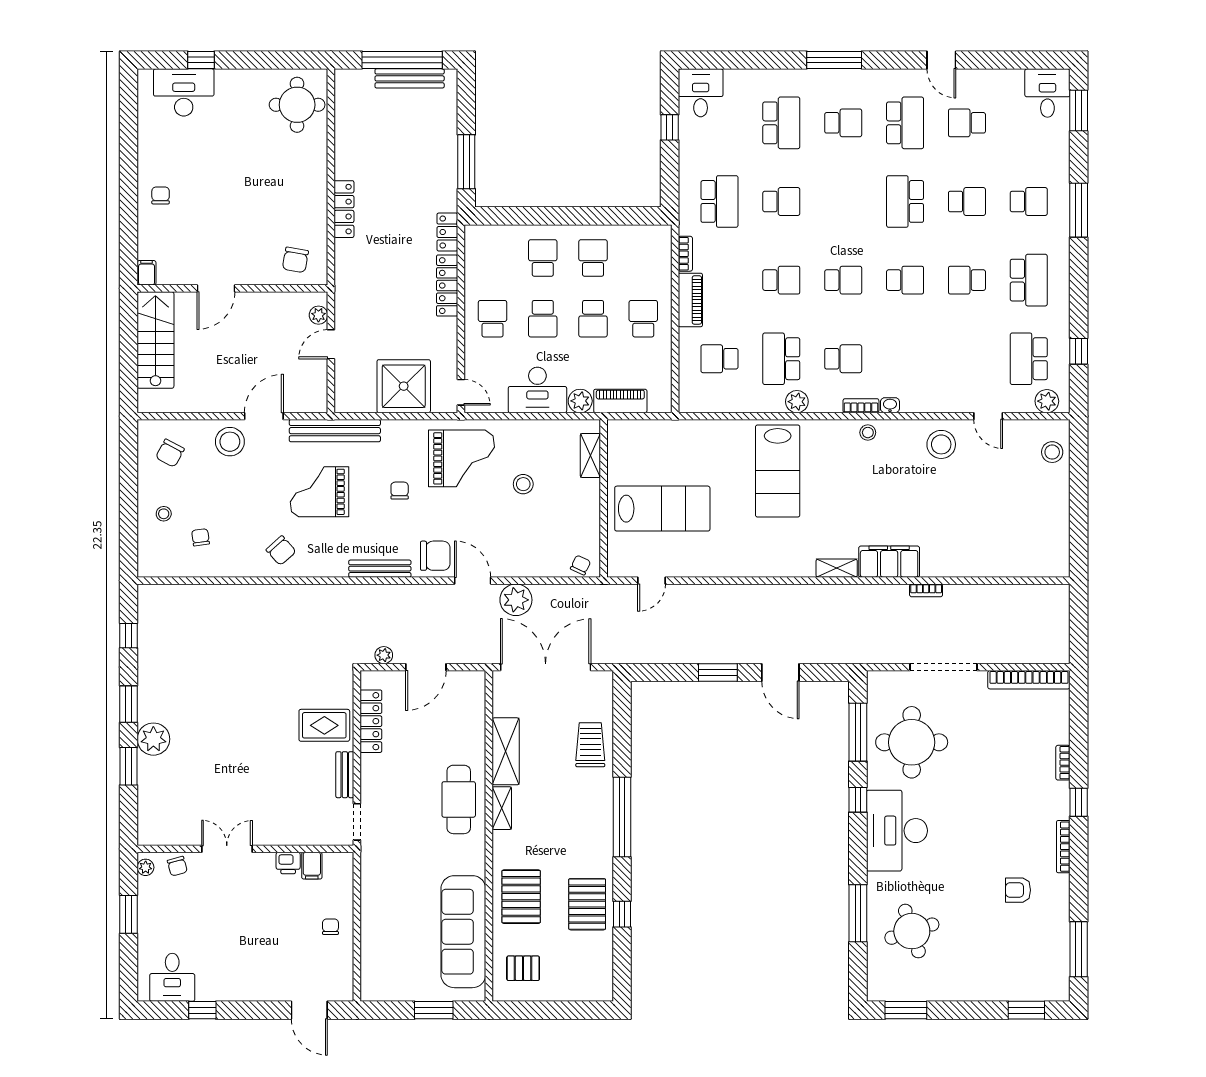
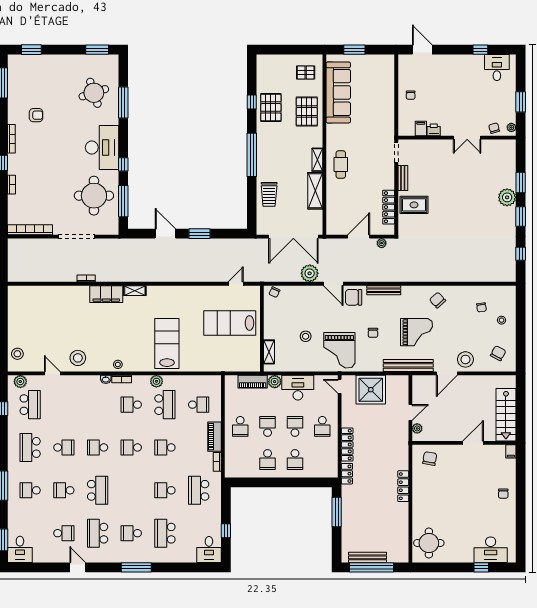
grand piano: (461, 458) -> (339, 350), turned -90
cafe table: (459, 799) -> (341, 164), width x0.73, depth x0.74

